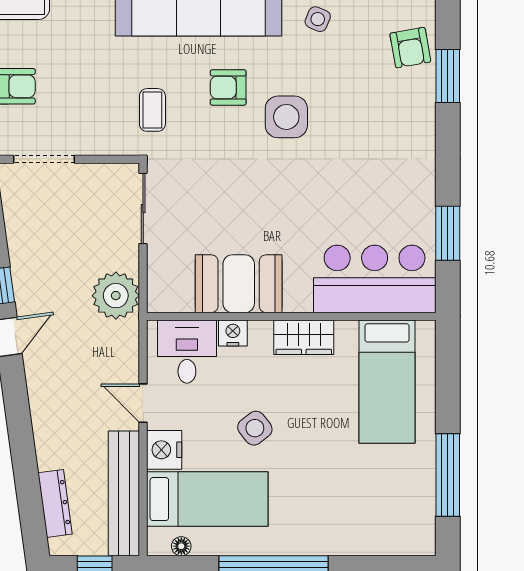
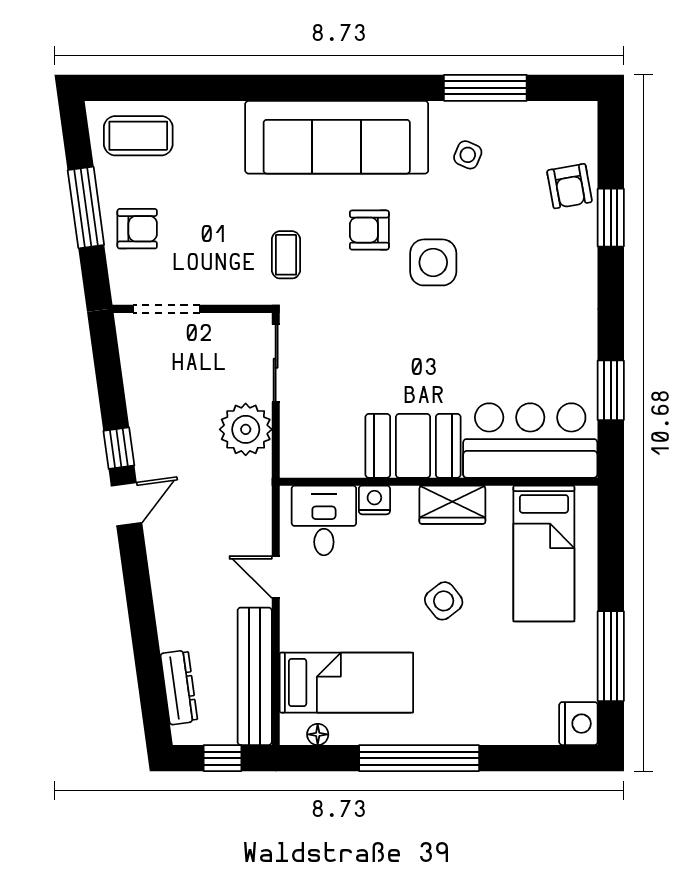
booth: (239, 284) -> (413, 446), moved
plant: (116, 296) -> (246, 429), moved
side table: (255, 428) -> (444, 601), moved
nightstand: (164, 450) -> (578, 724), moved, turned 180

